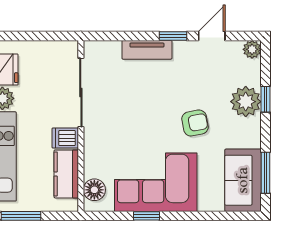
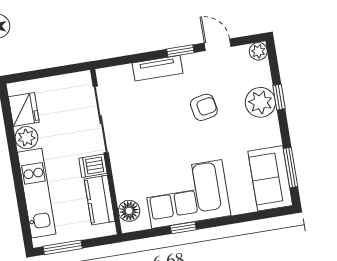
door: (212, 36) -> (218, 45), hinge flipped
armchair: (195, 123) -> (204, 107), moved

